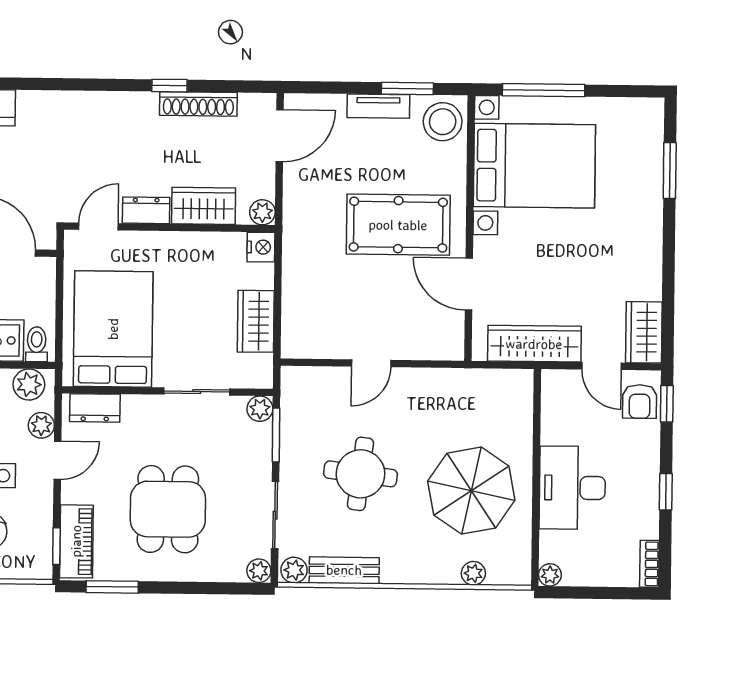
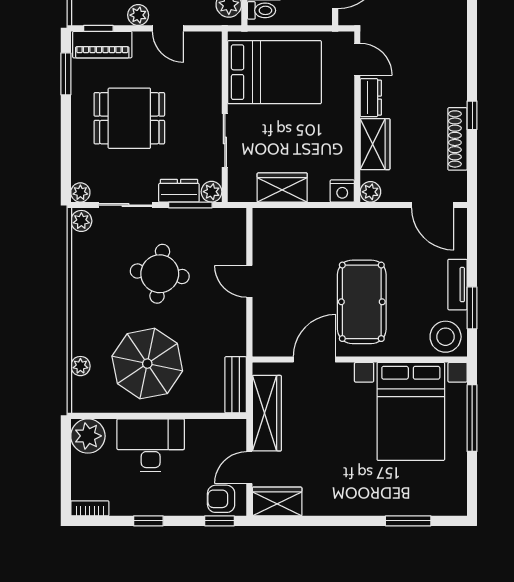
dresser: (95, 408) -> (179, 191), moved, turned 90
plant: (41, 425) -> (138, 15), moved
bench: (344, 570) -> (236, 385), moved
plant: (550, 575) -> (88, 436), width x1.87, depth x1.87

